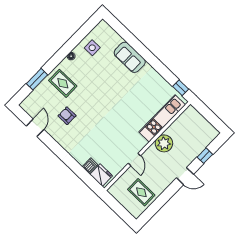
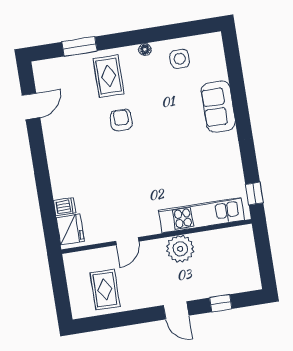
armchair: (67, 116) -> (121, 120), moved

